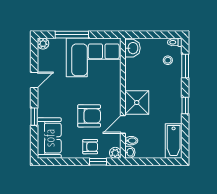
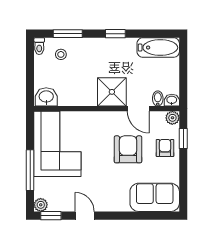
window: (34, 117) -> (51, 216), moved

